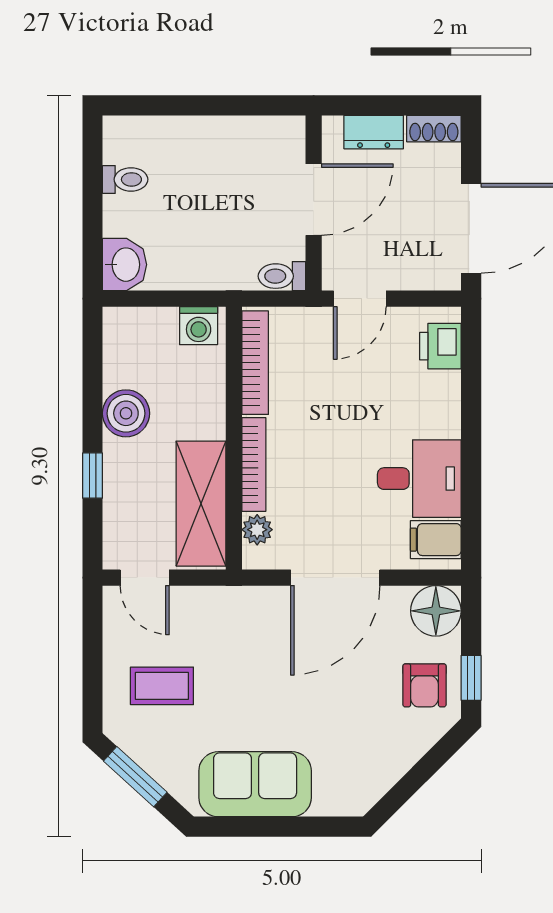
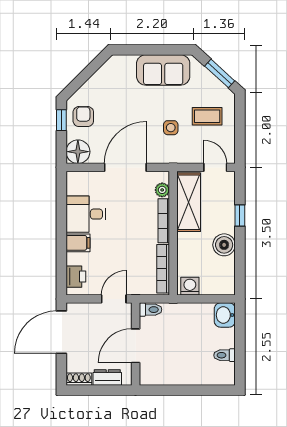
filing cabinet: (436, 540) -> (78, 243), moved
side table: (239, 662) -> (171, 128), added

